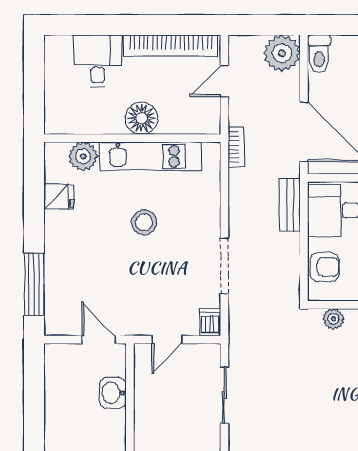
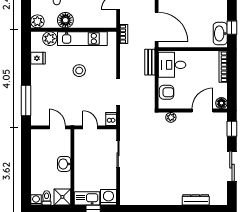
floor lamp: (142, 118) -> (65, 20), moved
plant: (58, 121) -> (37, 21), added
door: (167, 340) -> (90, 127), swing flipped
washbasin: (113, 393) -> (64, 164), moved

